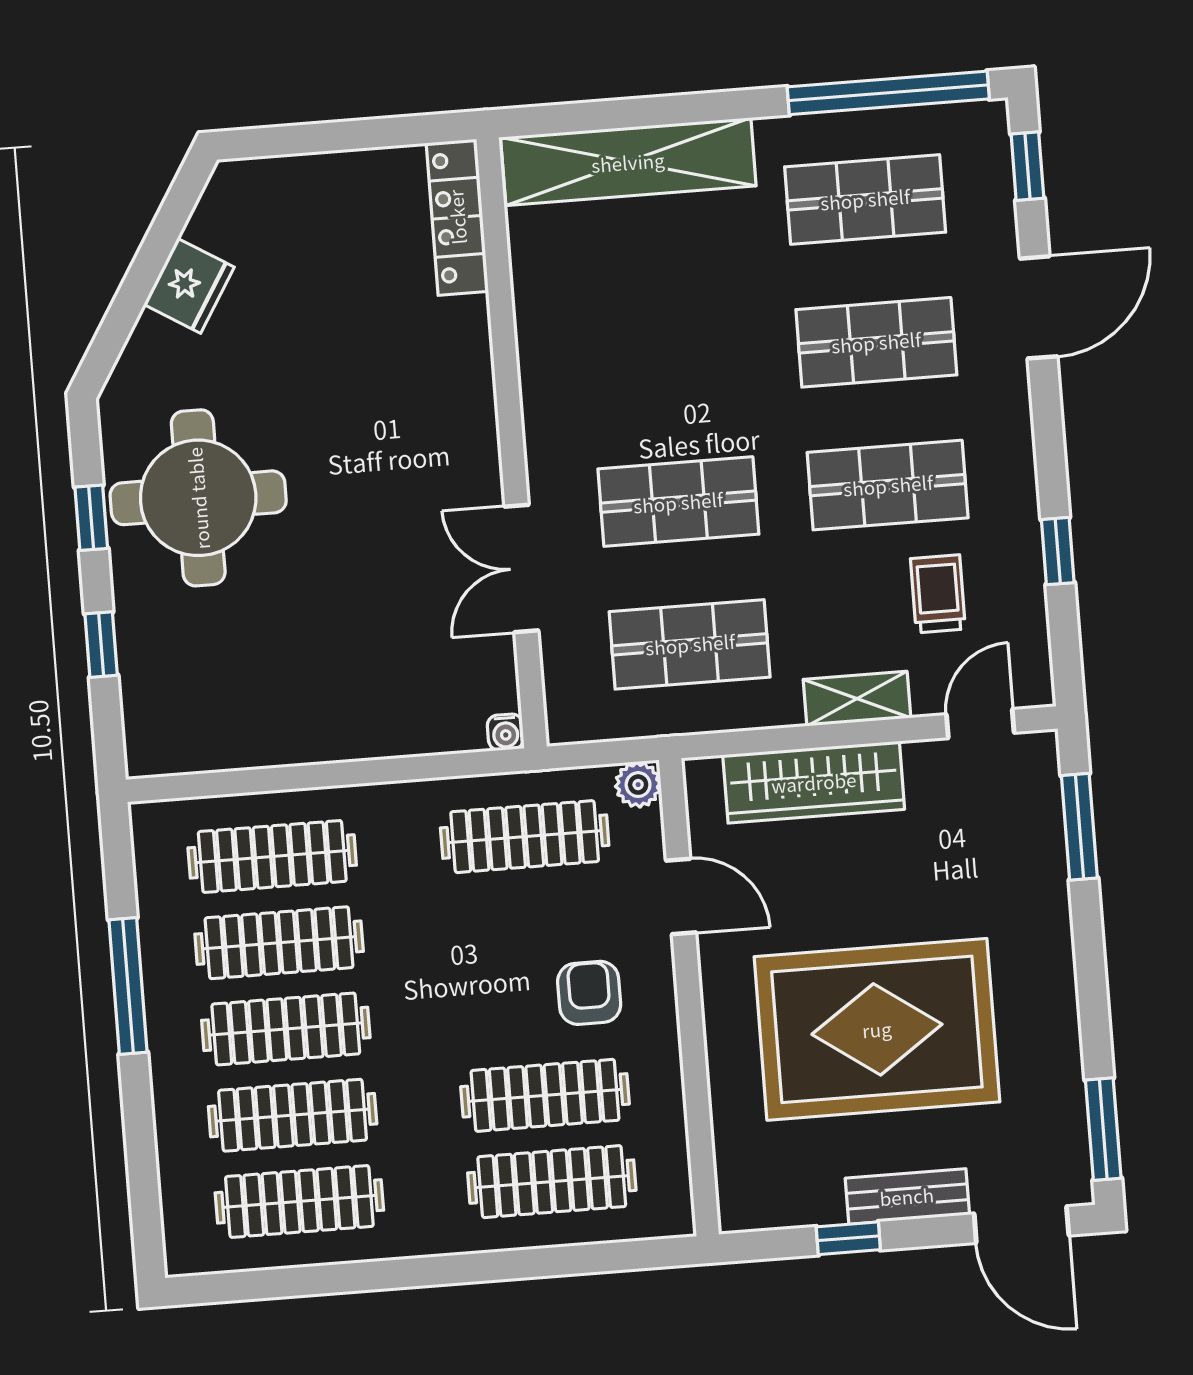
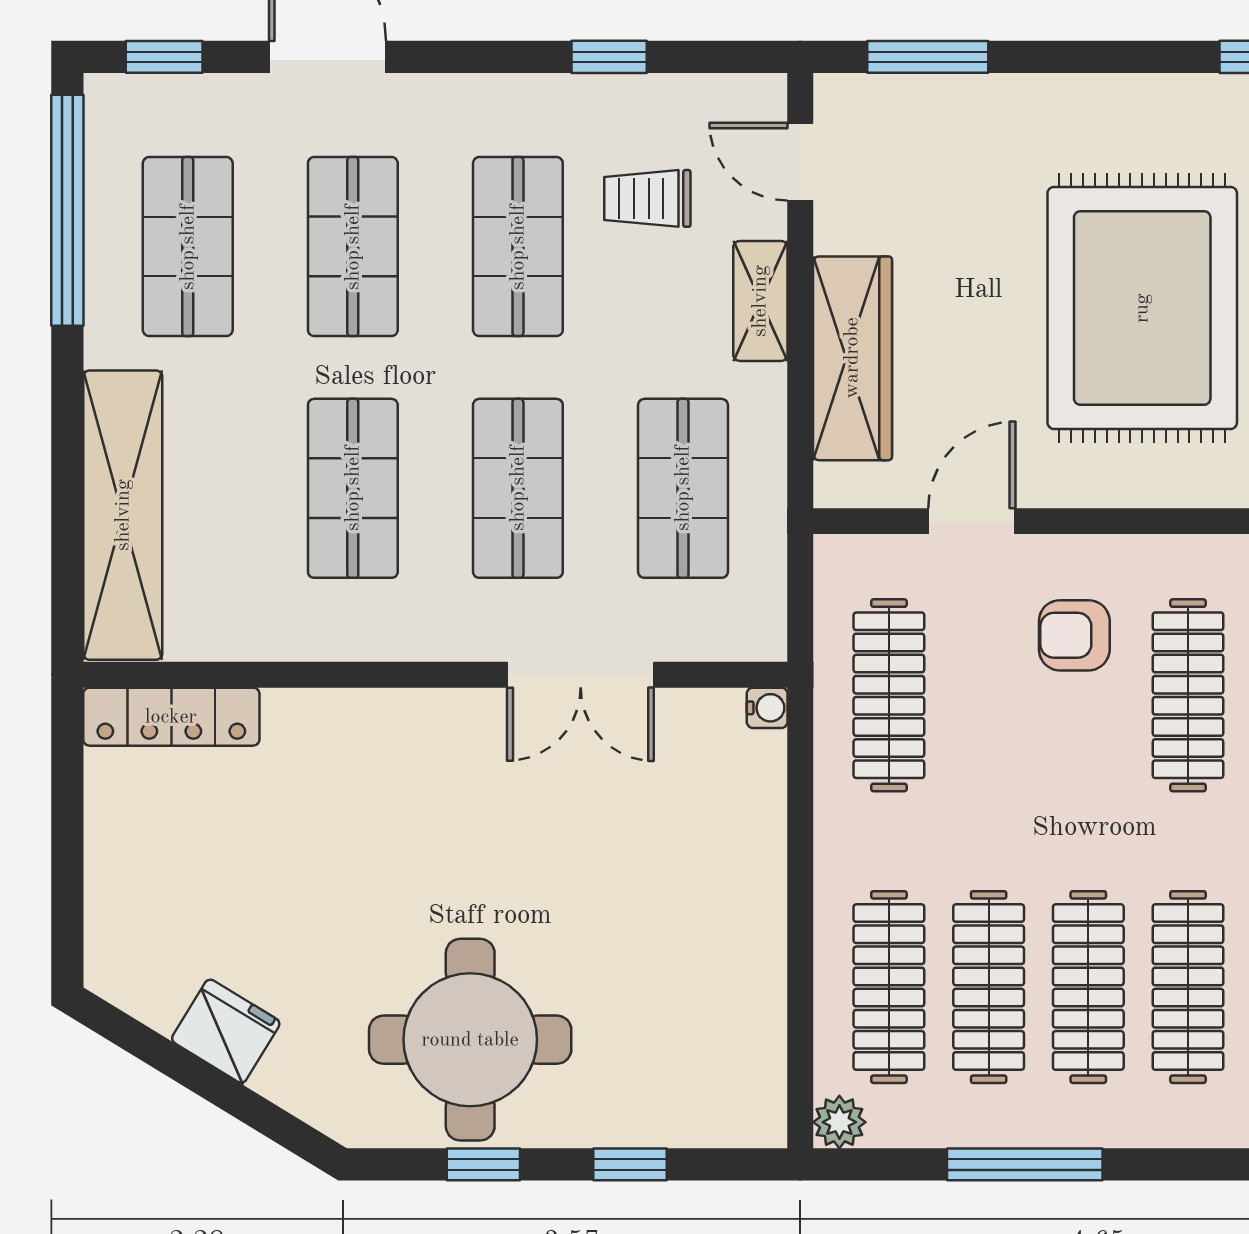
shop shelf: (667, 359) -> (353, 488), added
plant: (638, 785) -> (839, 1122), moved

